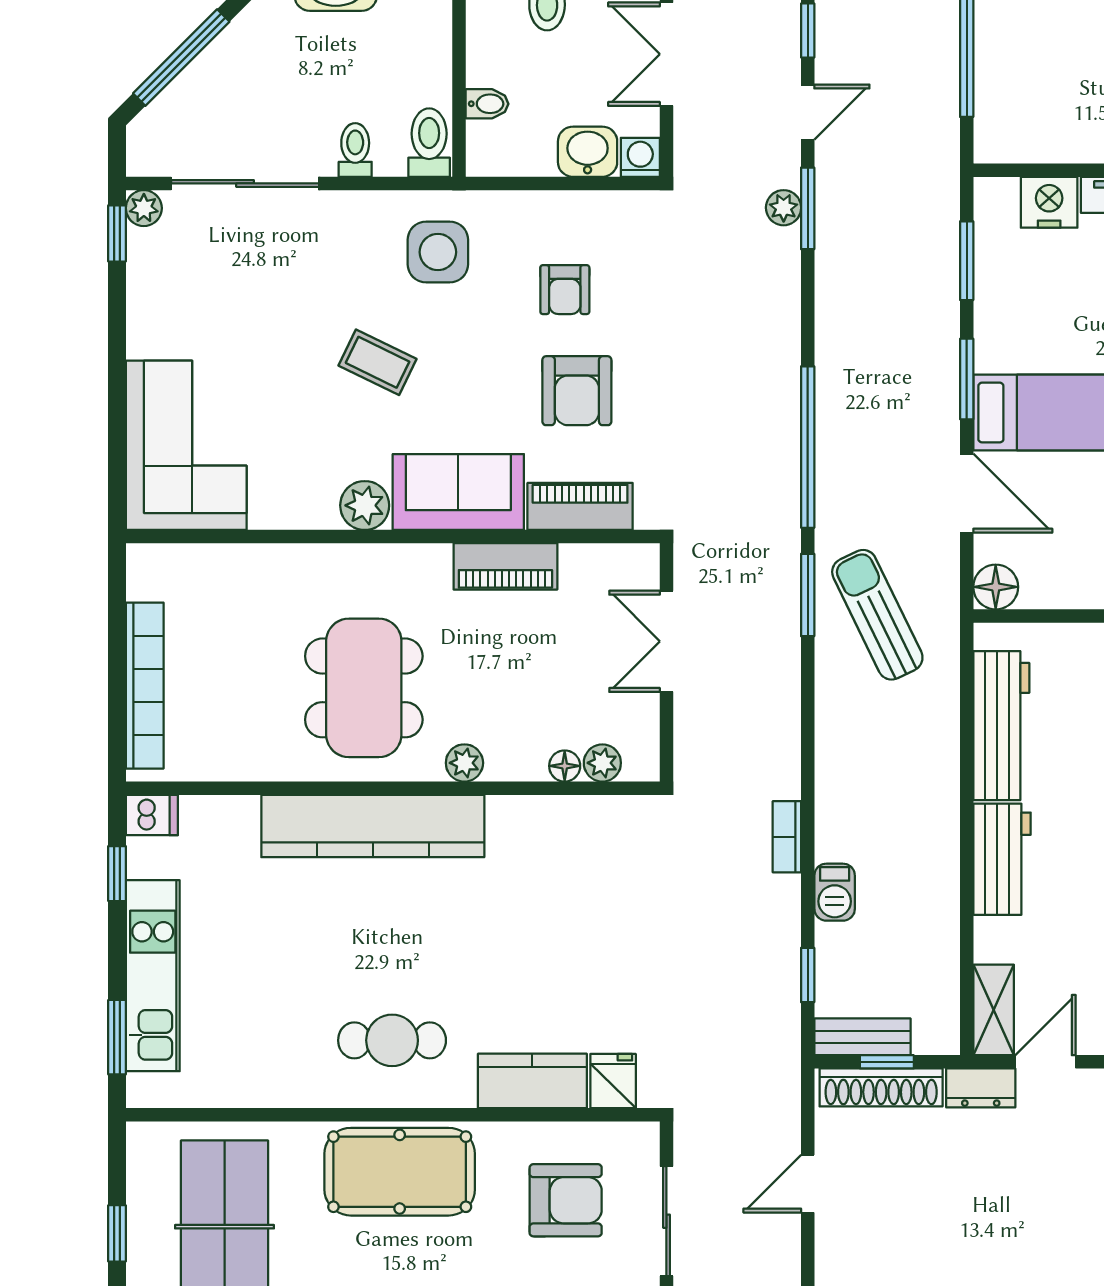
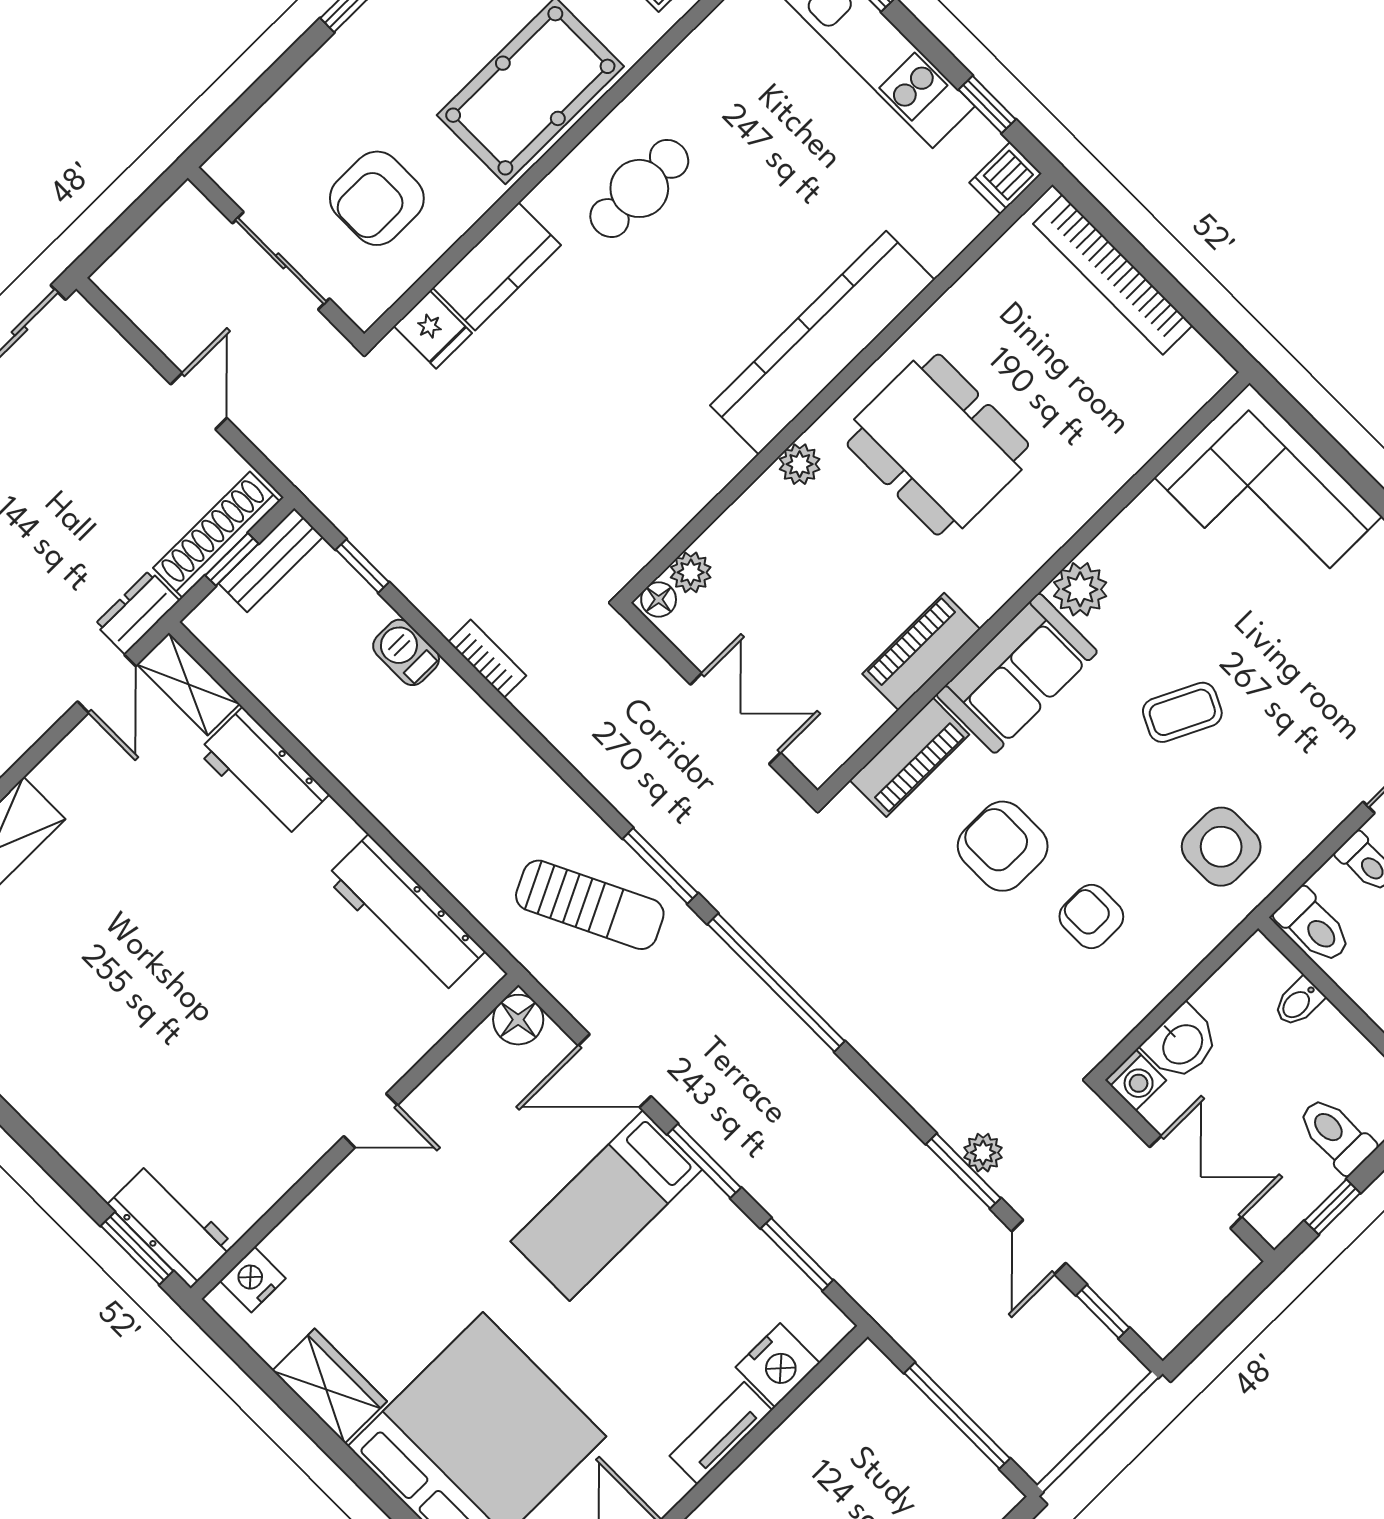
floor lamp: (565, 766) -> (659, 599), moved
workbench: (1002, 859) -> (263, 773), moved

